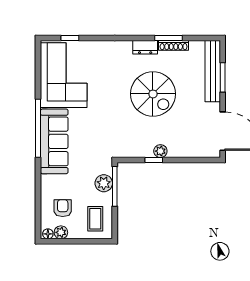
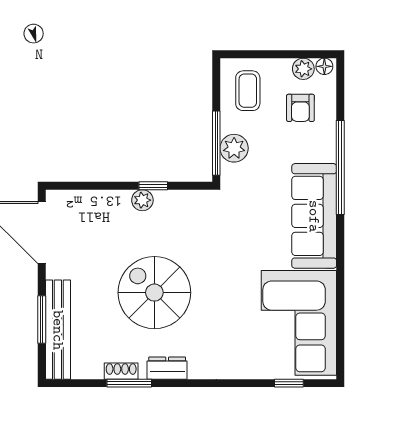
shoe rack: (174, 45) -> (121, 371), width x0.70
window: (38, 128) -> (340, 167), moved

